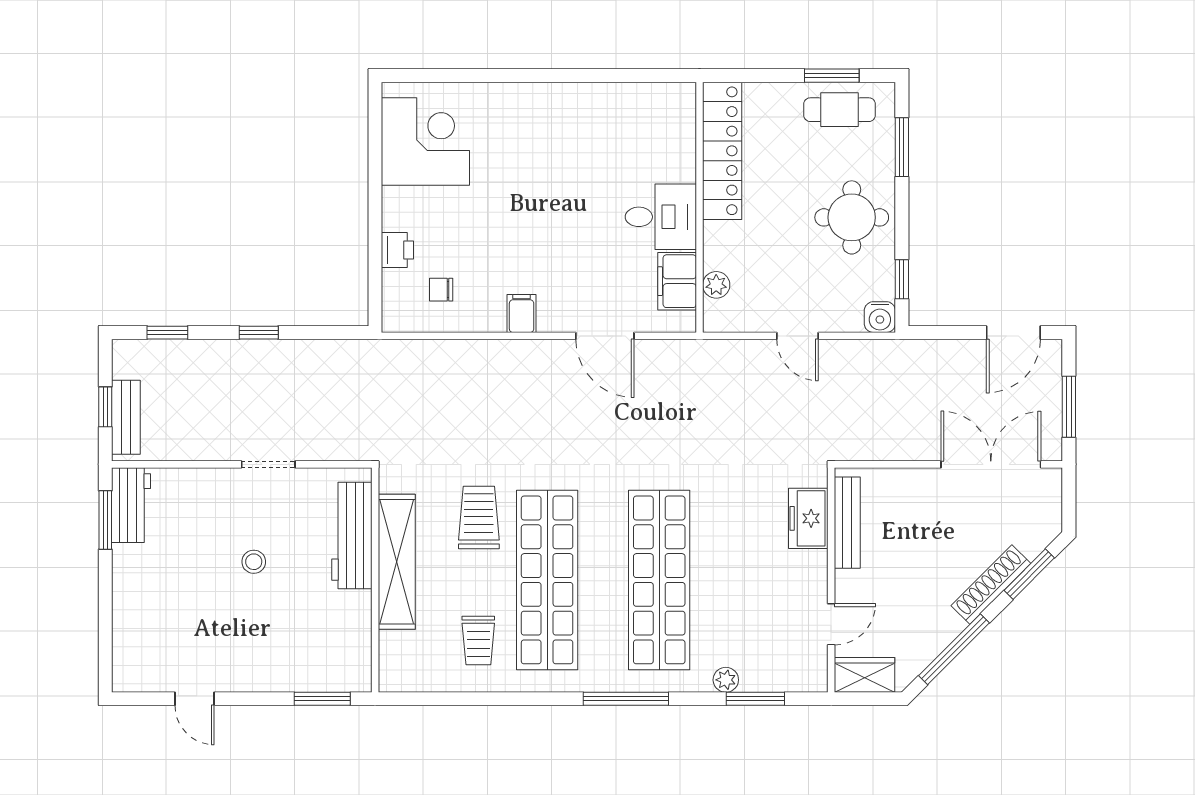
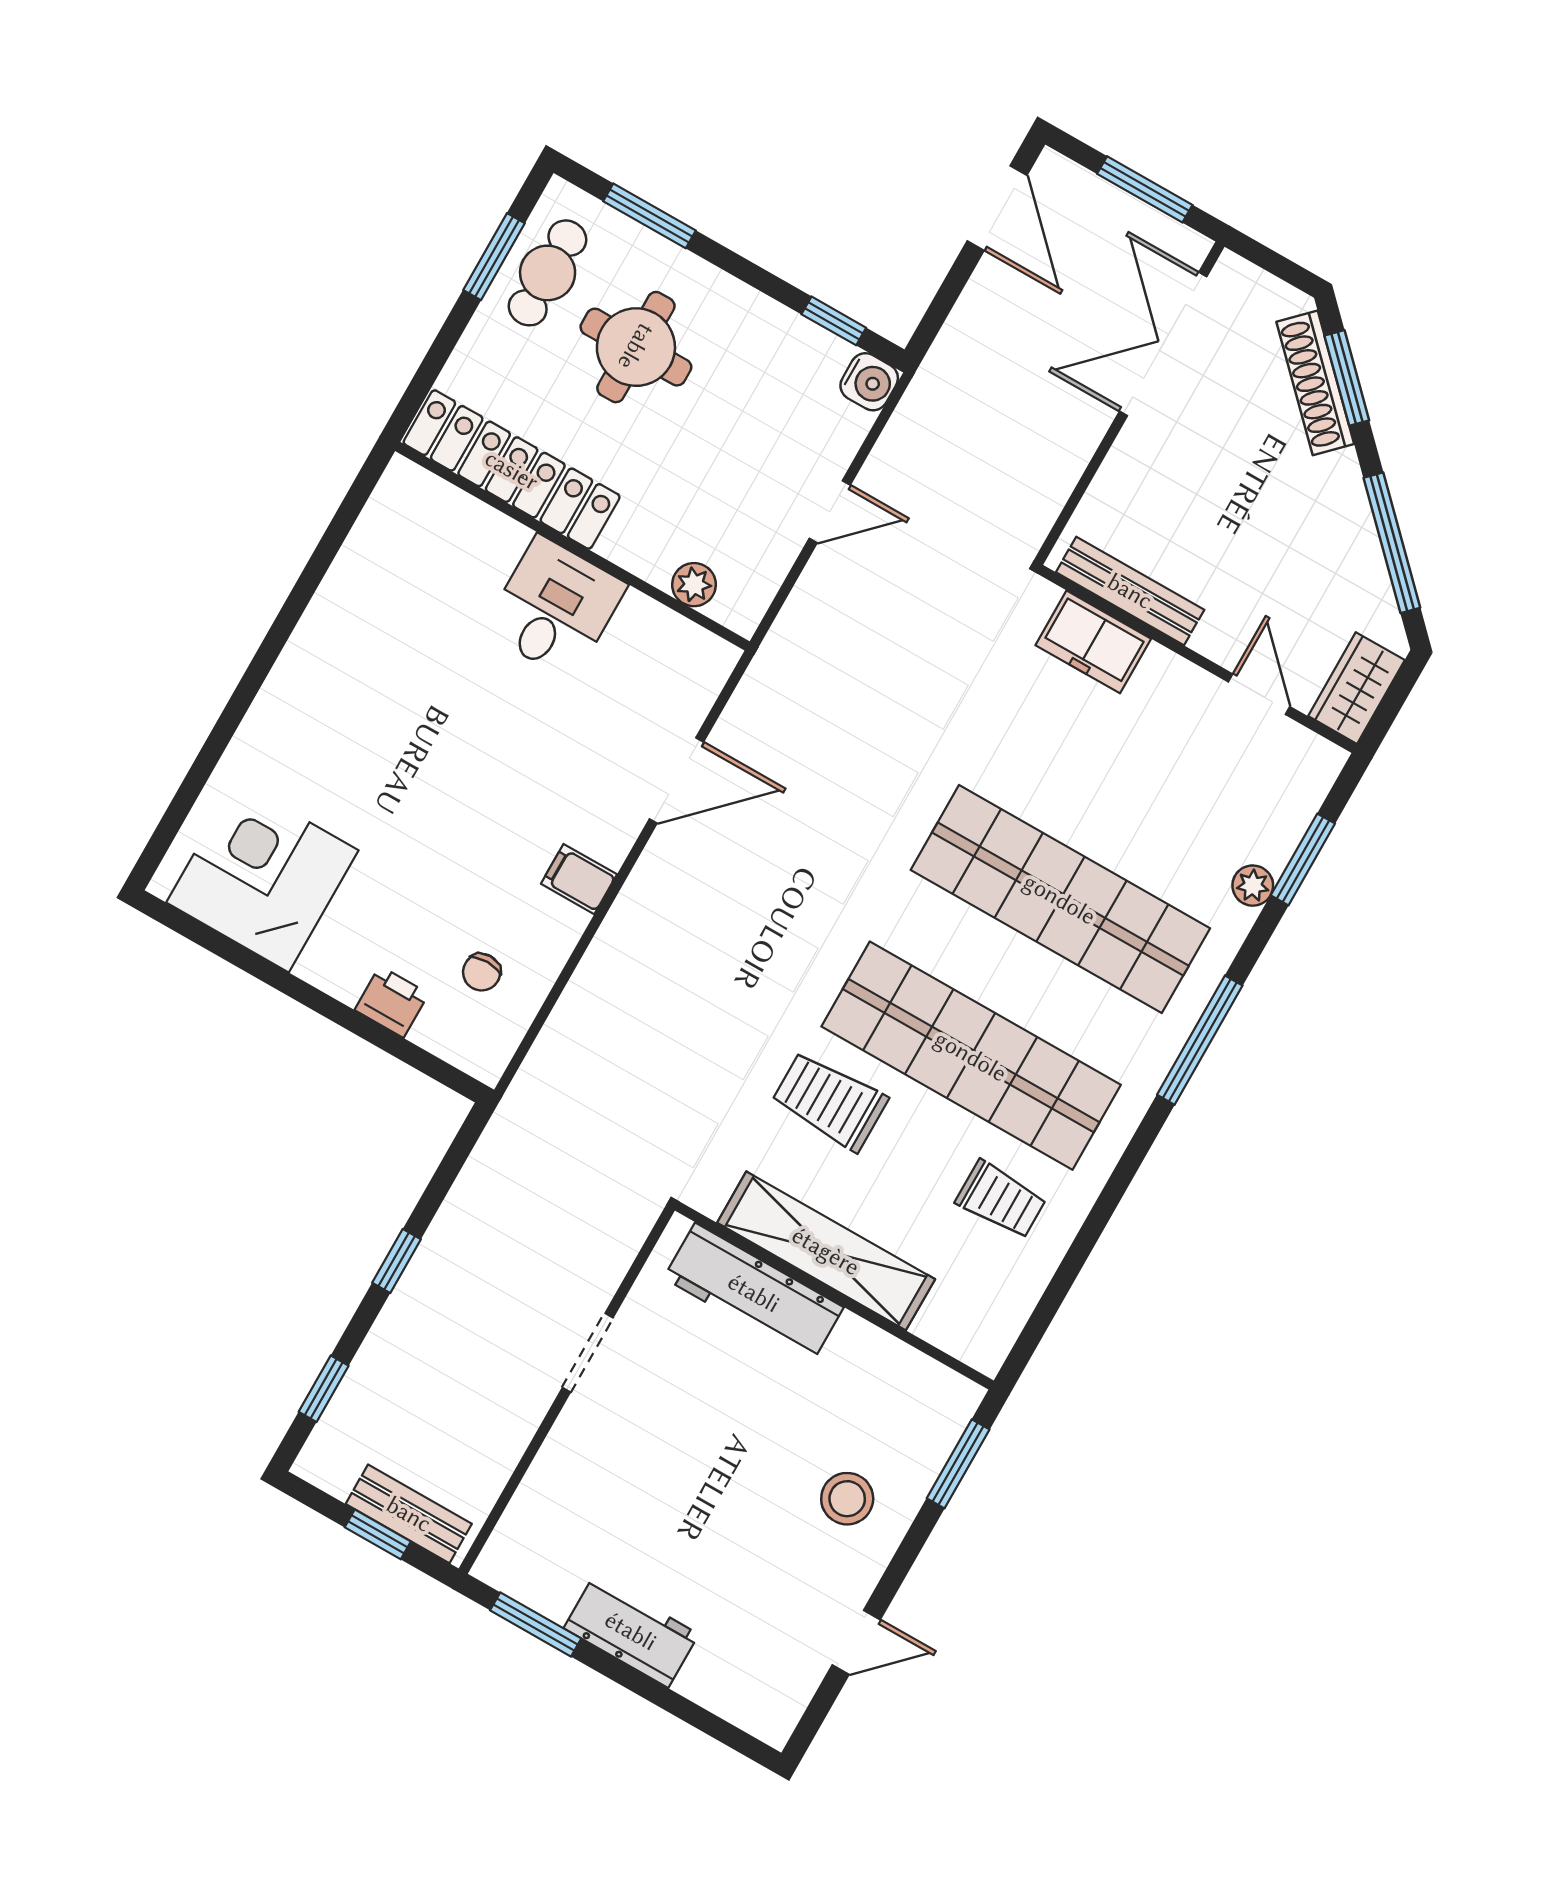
round table: (852, 217) -> (636, 347), moved
filing cabinet: (677, 281) -> (658, 636), removed
workbench: (131, 505) -> (631, 1631), moved
stool: (254, 562) -> (847, 1499), moved, width x1.37, depth x1.37
shoe rack: (991, 585) -> (1315, 383), moved

